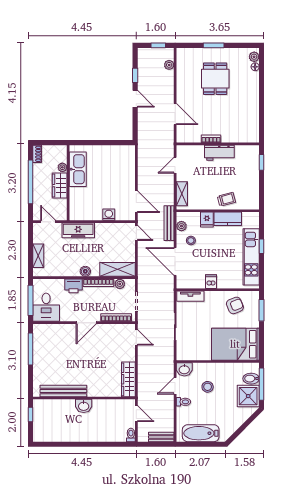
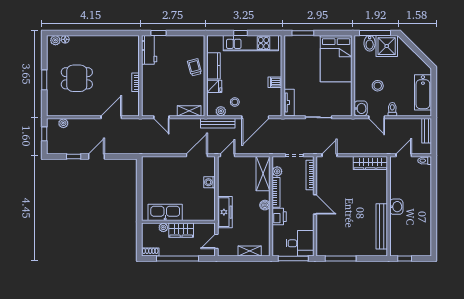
workbench: (219, 153) -> (149, 50), moved
armchair: (235, 305) -> (298, 59), removed

